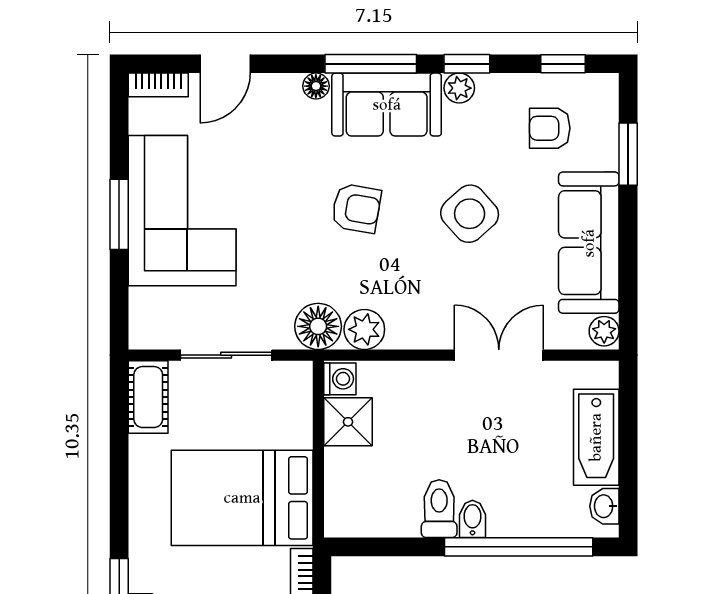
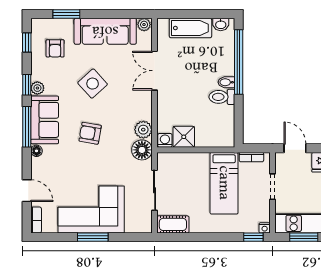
armchair: (356, 208) -> (90, 133), turned -90
bed: (242, 498) -> (224, 183), width x0.67

